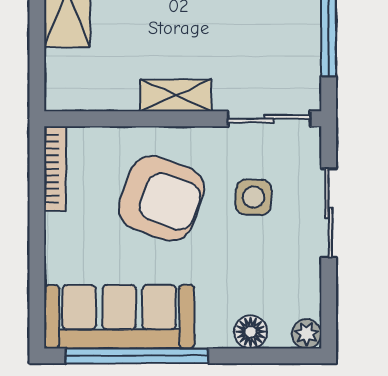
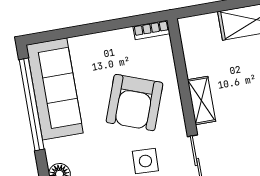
bookcase: (55, 169) -> (151, 30), width x0.64

